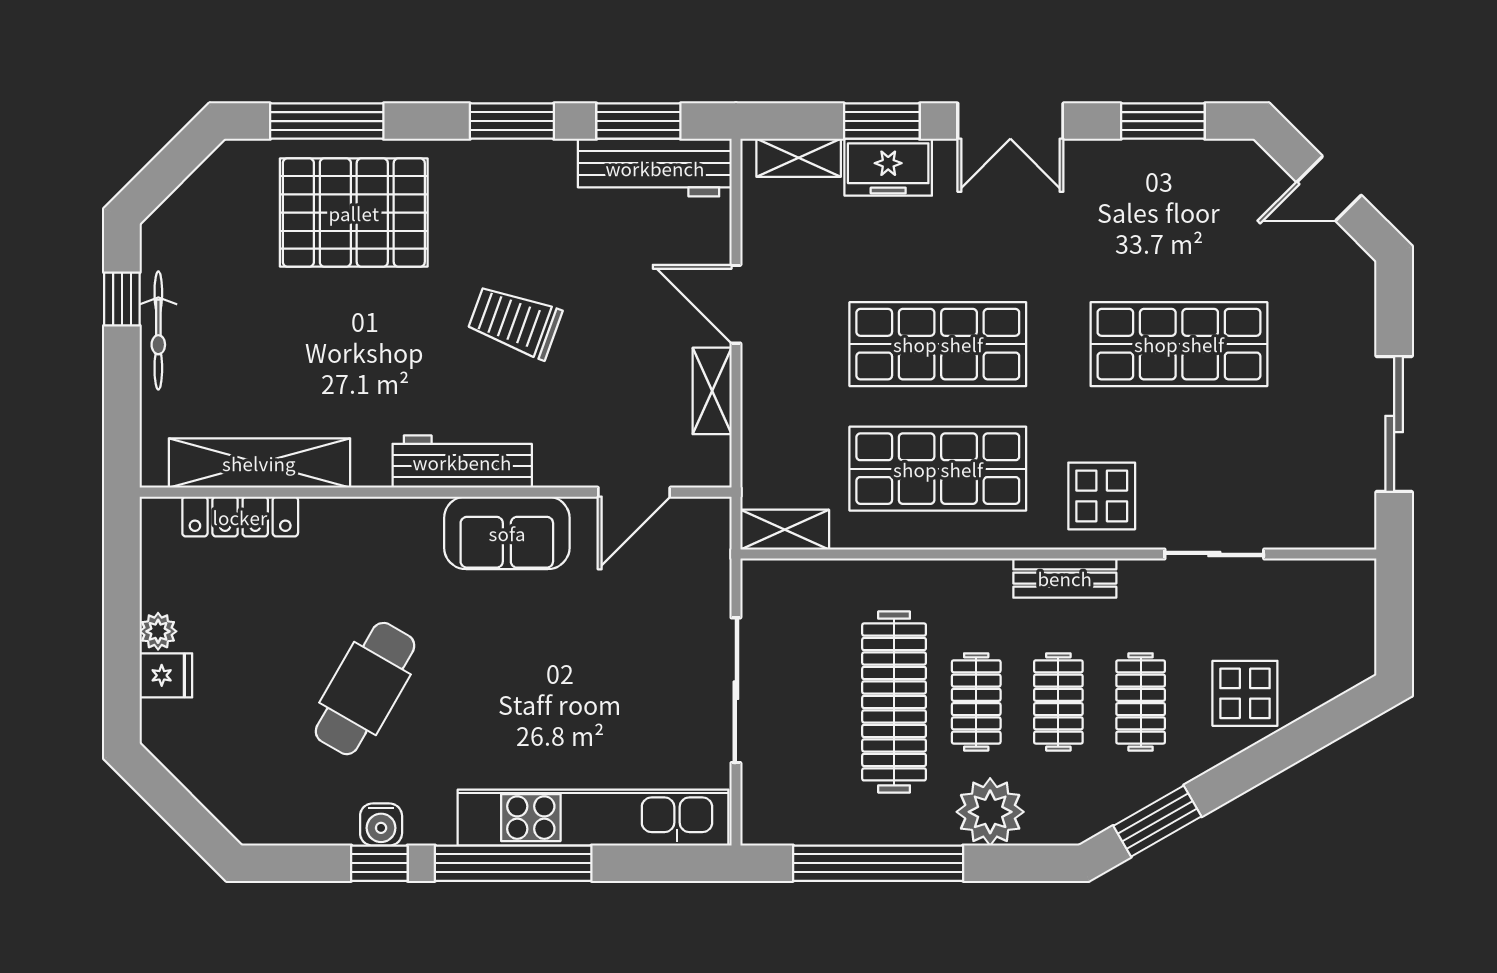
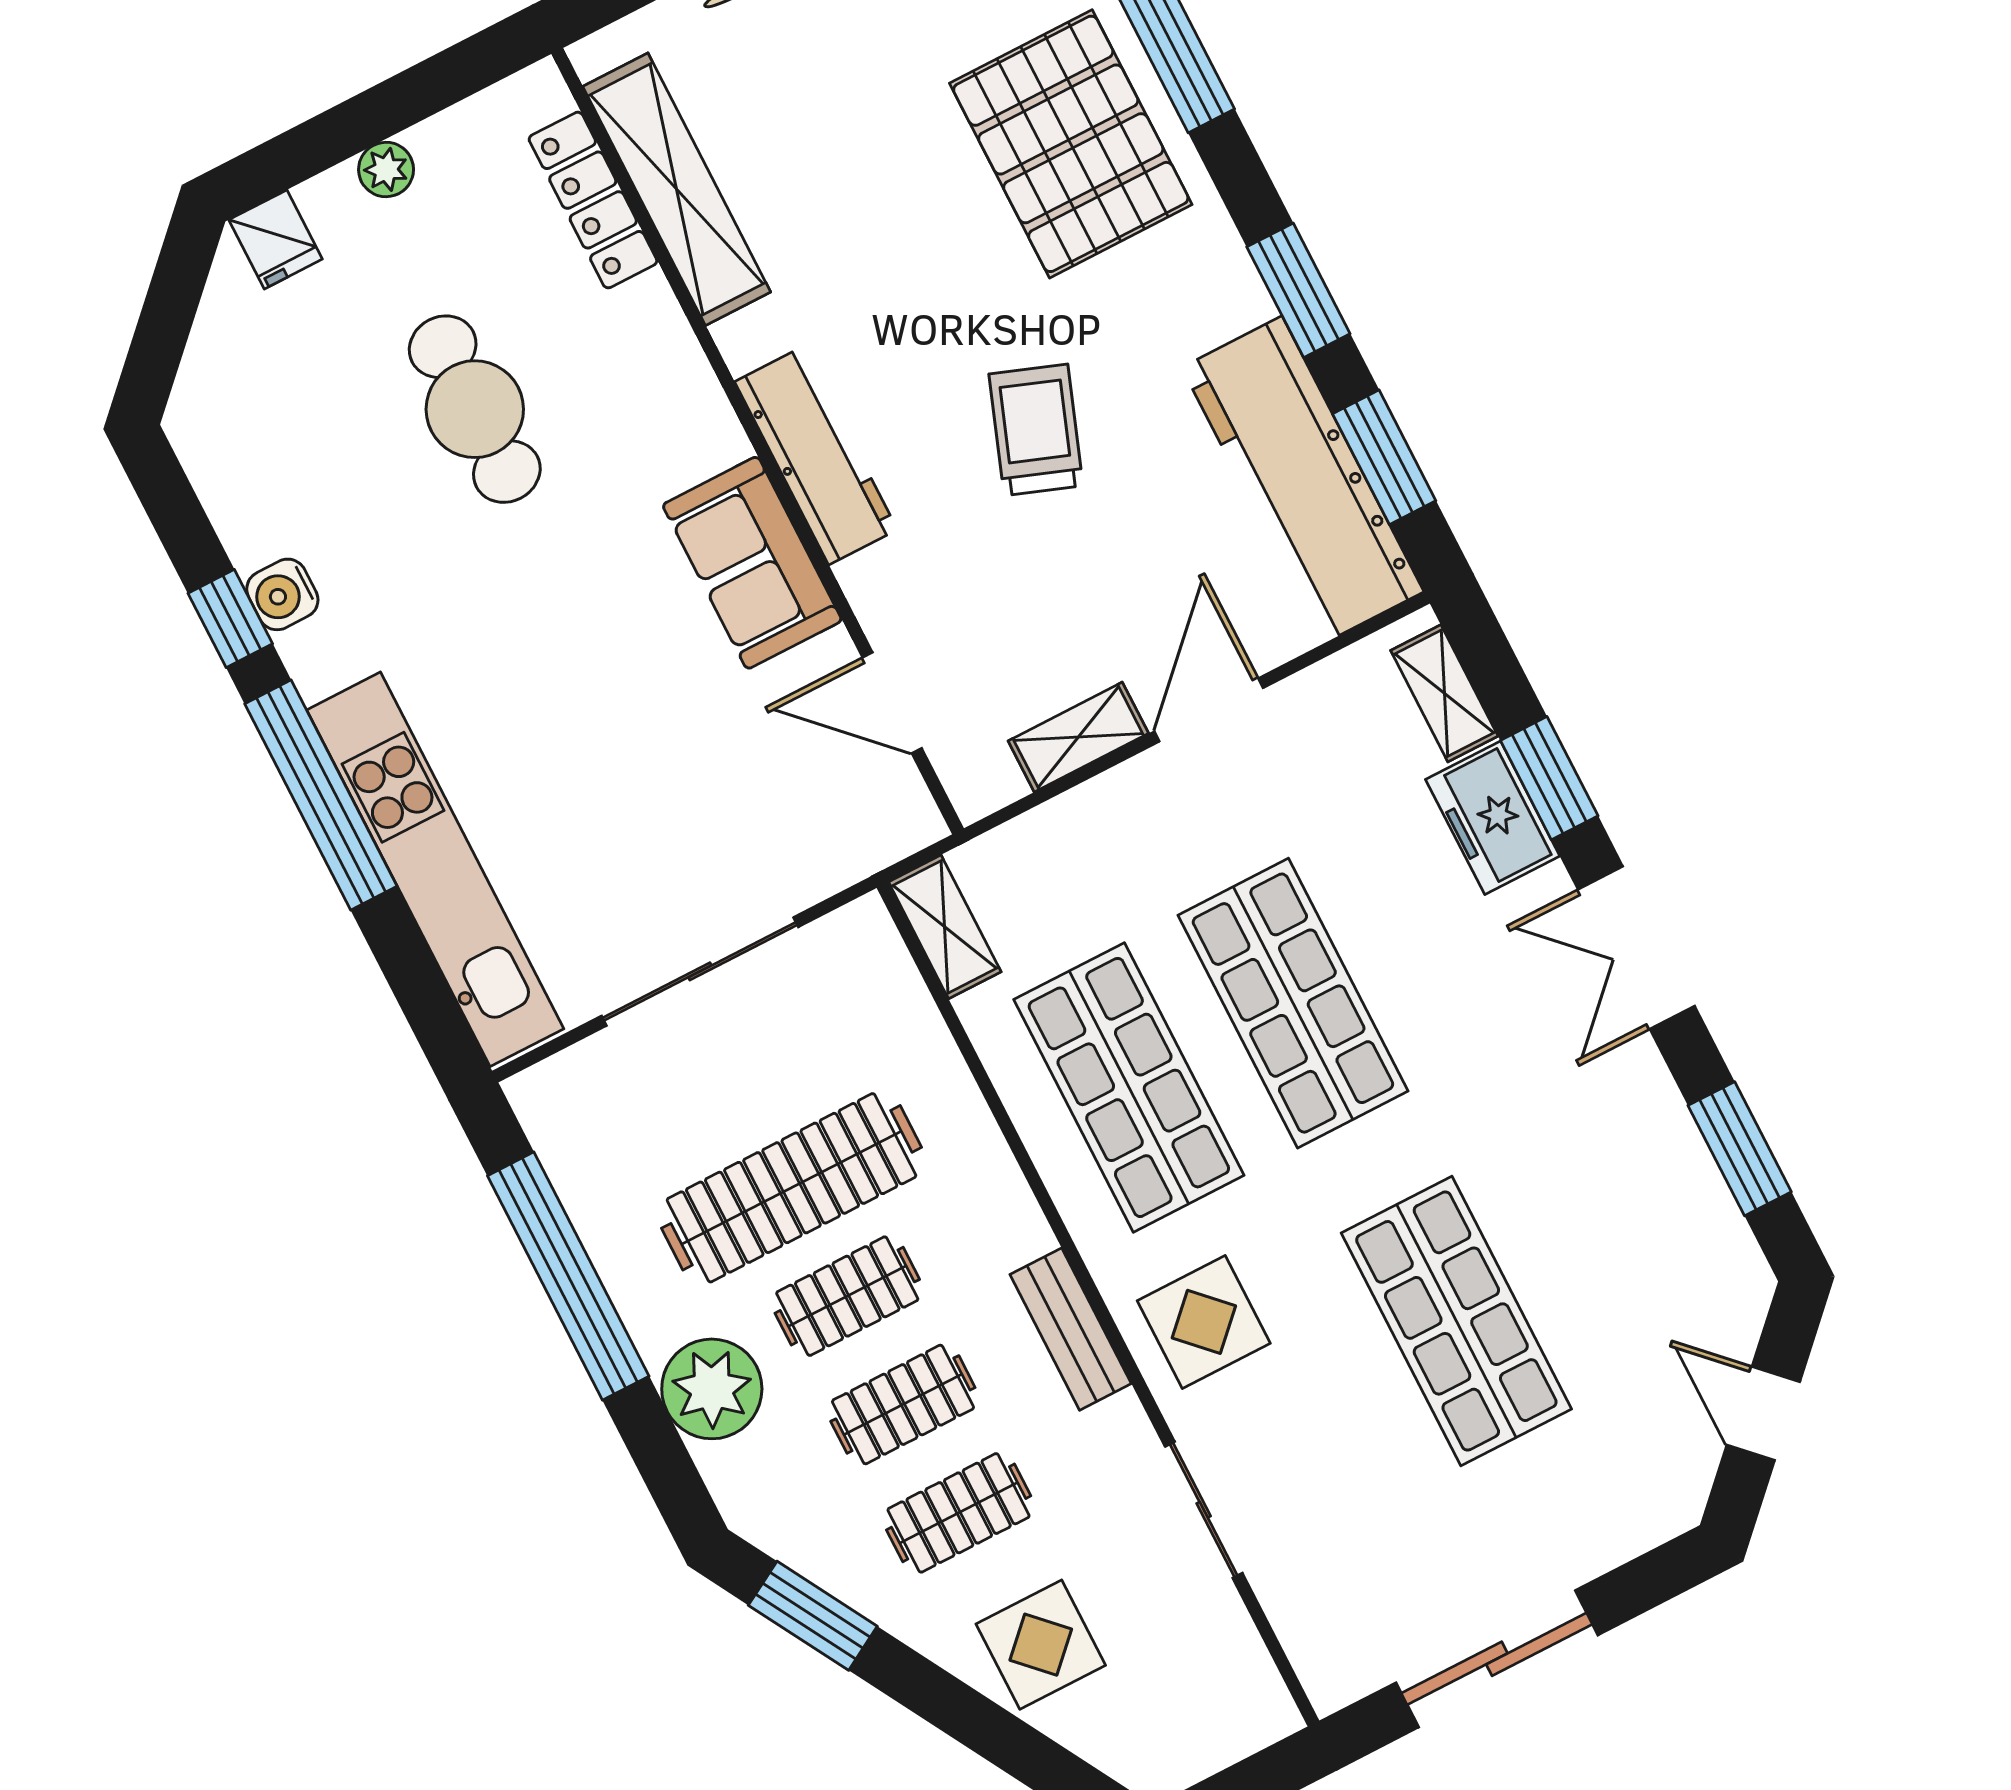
workbench: (655, 168) -> (1303, 480), width x1.36, depth x1.32
fridge: (166, 675) -> (276, 239), moved
cafe table: (365, 689) -> (475, 409), moved, turned 60

